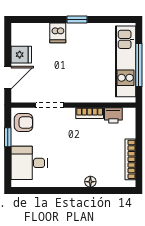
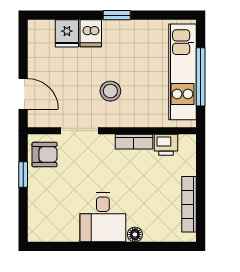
fridge: (21, 55) -> (67, 33), moved, turned 90
stool: (72, 76) -> (110, 91), added
door: (8, 78) -> (23, 94), hinge flipped
desk: (29, 163) -> (103, 217), moved, turned -90

